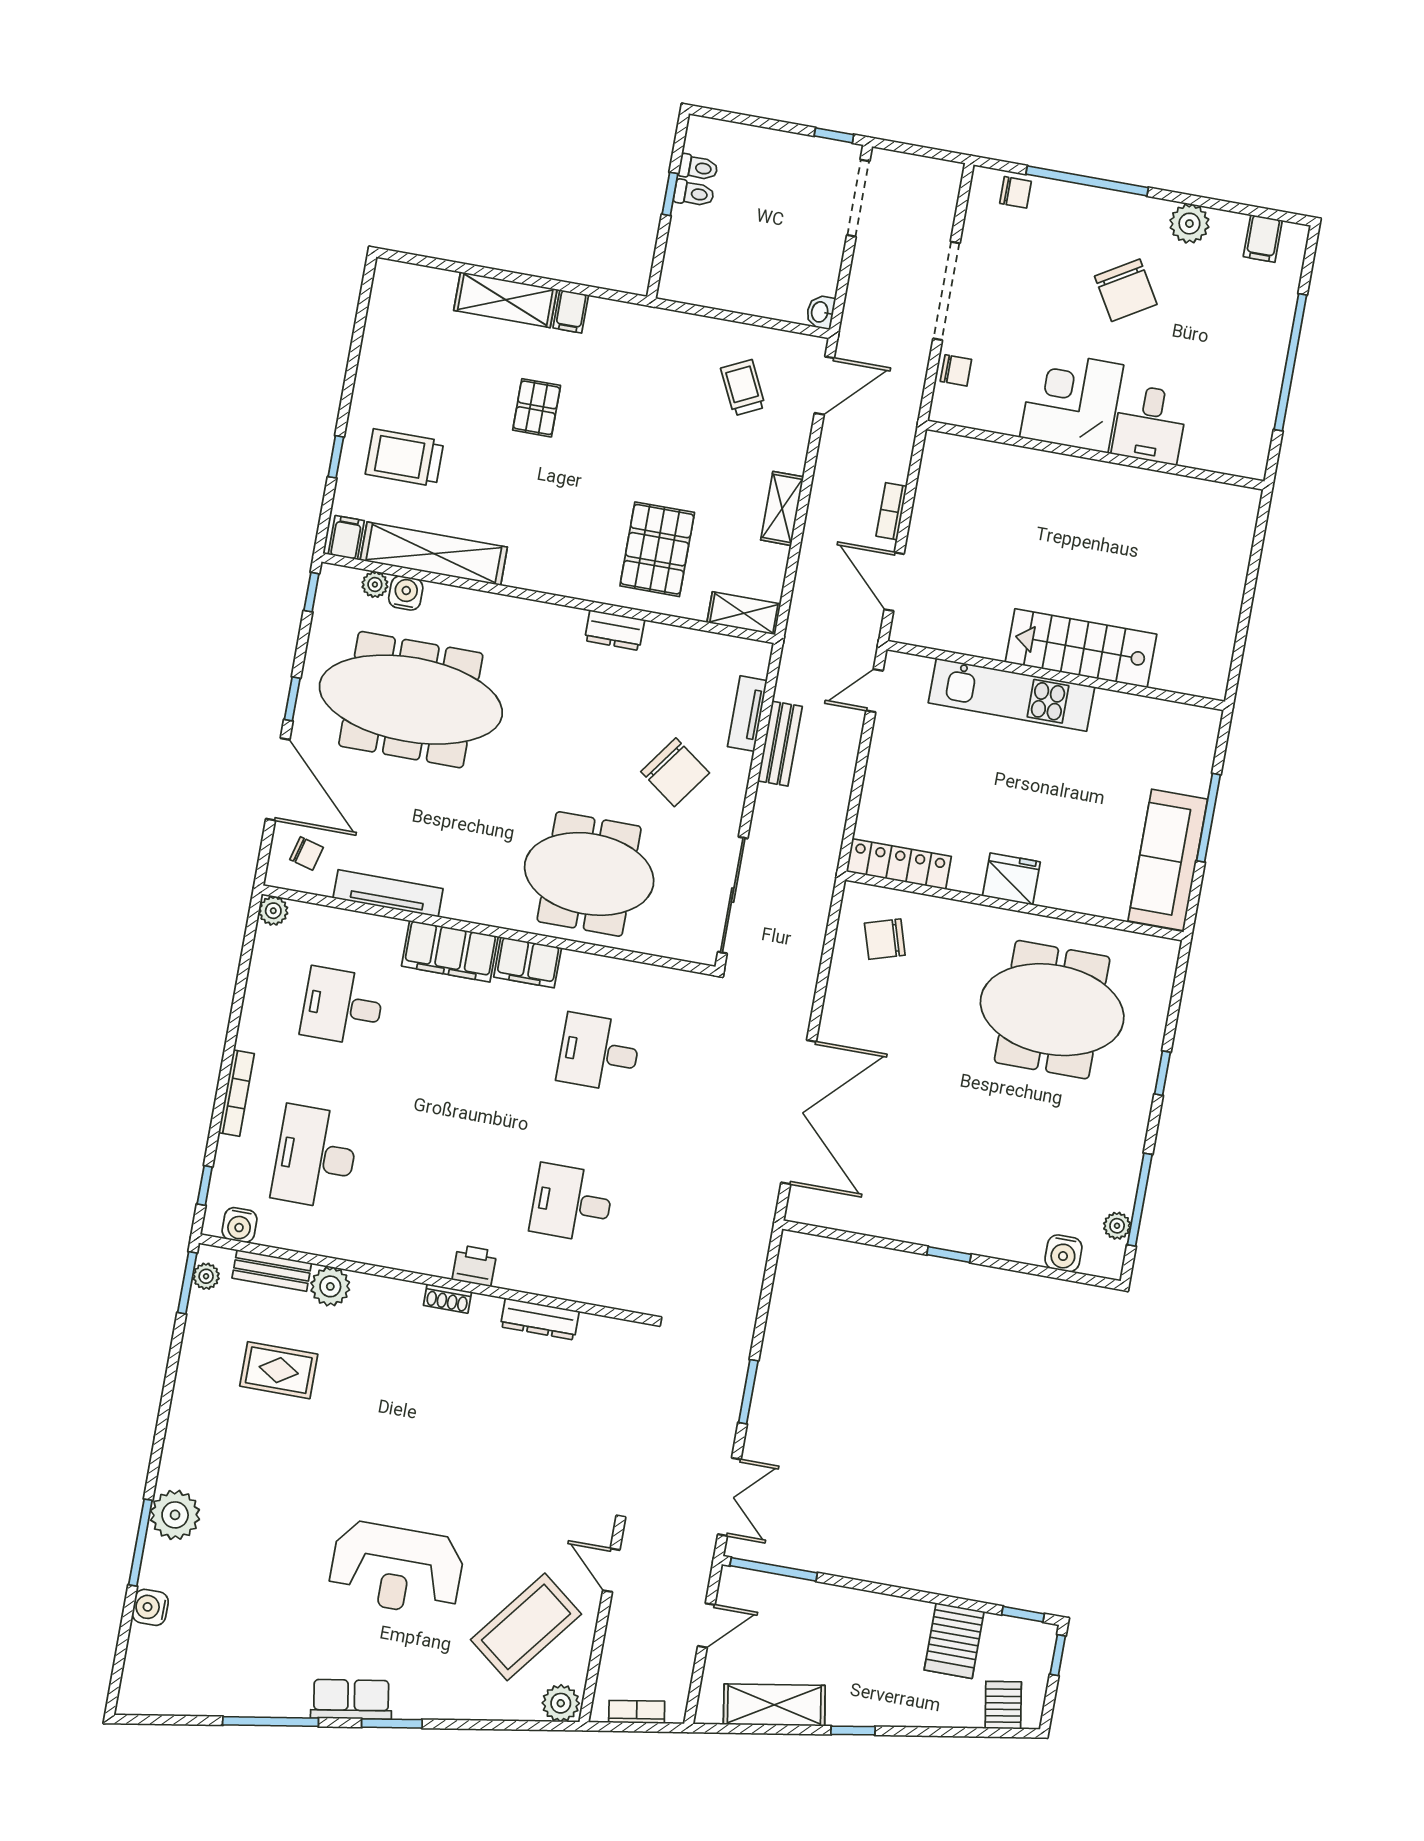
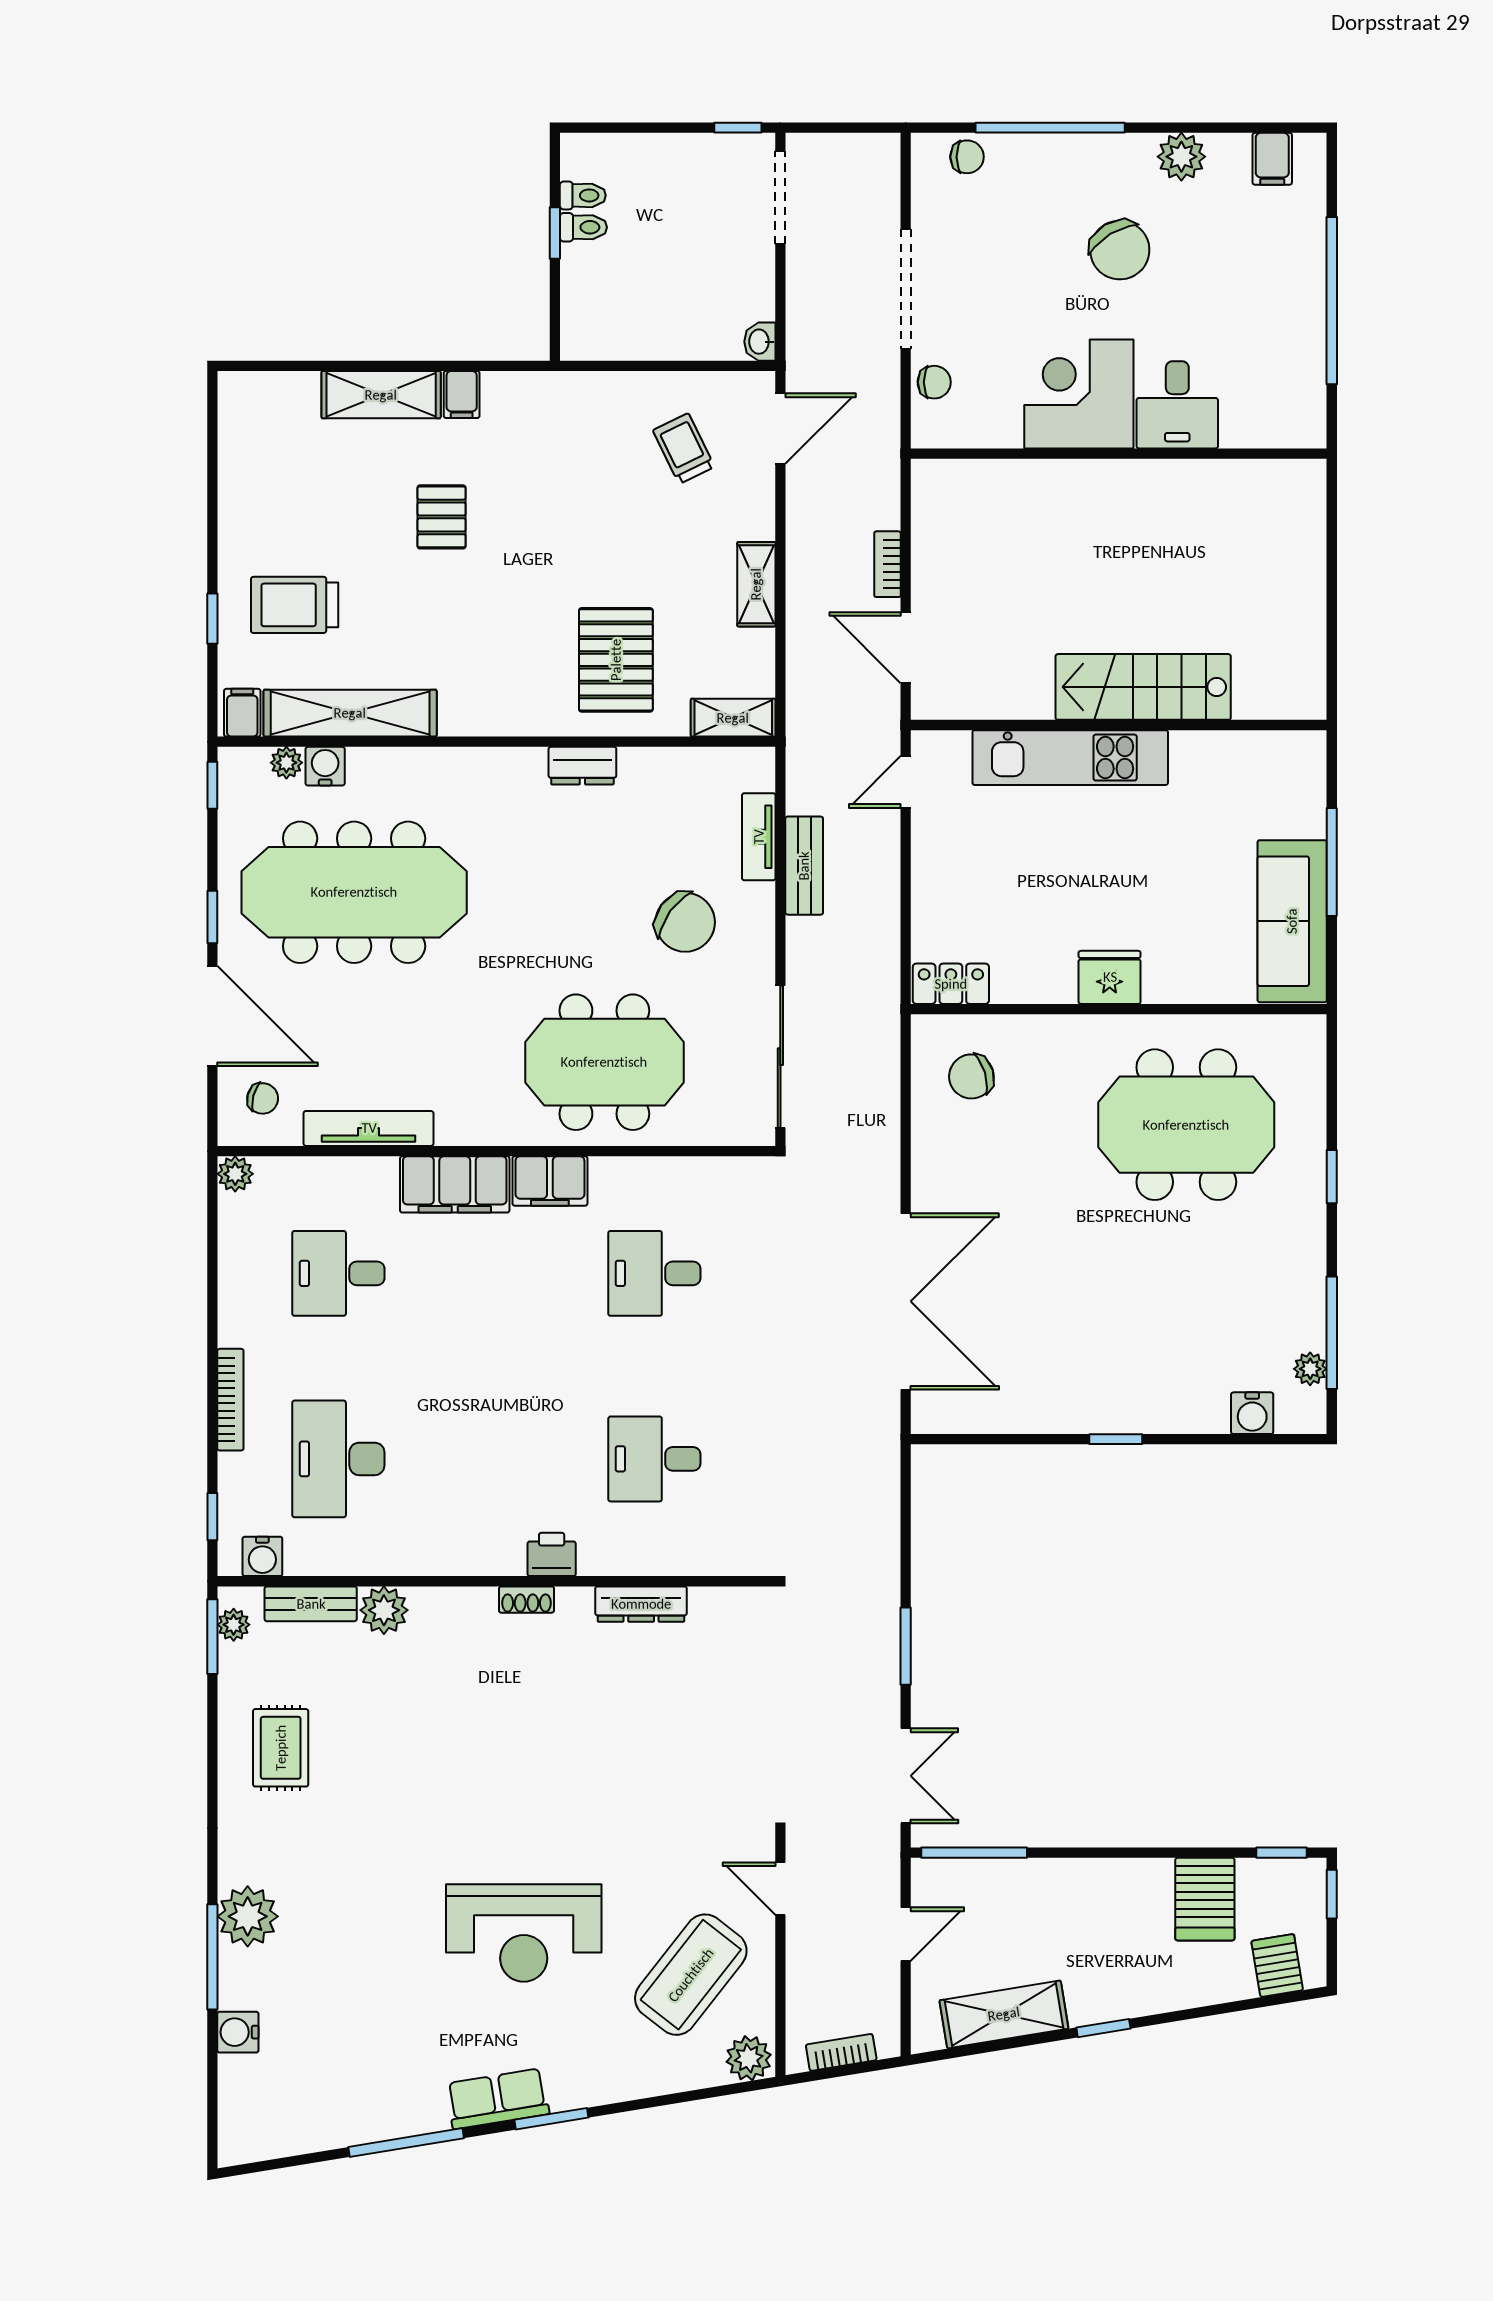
locker: (899, 864) -> (951, 984), width x0.66
rug: (279, 1370) -> (281, 1748), moved, turned 90

